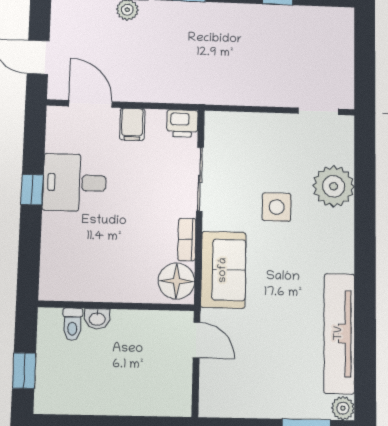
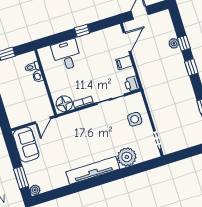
desk: (75, 183) -> (67, 55), moved
side table: (277, 207) -> (135, 119), moved
sofa: (223, 270) -> (26, 145), moved, turned -90
tv unit: (339, 333) -> (93, 170), moved

